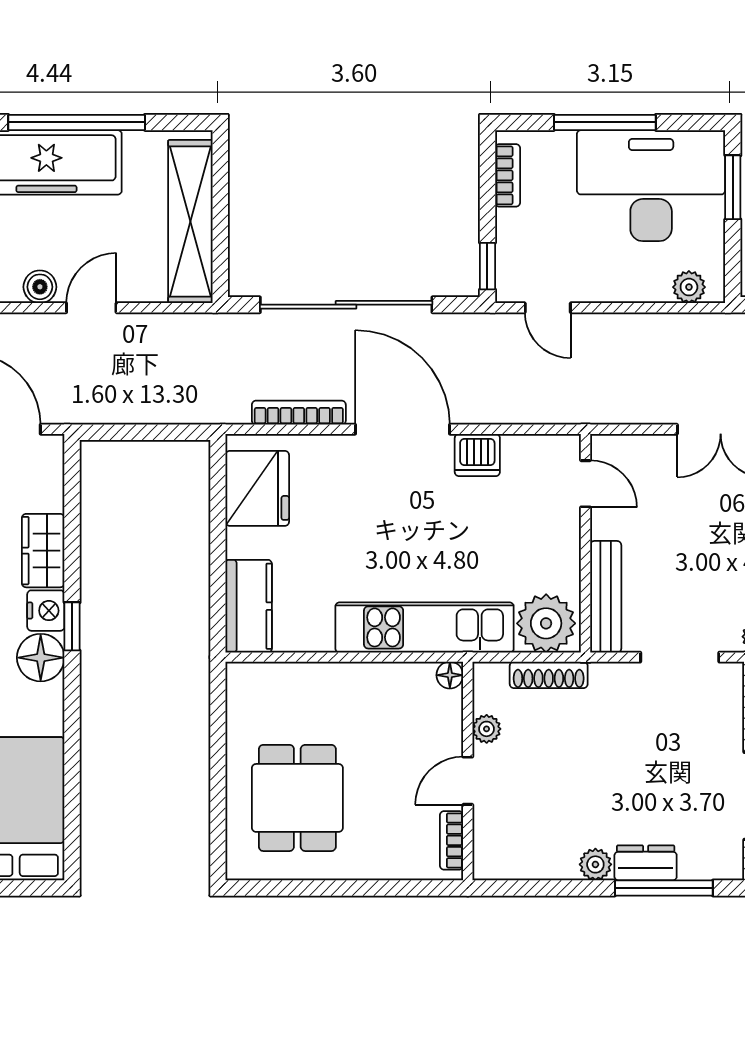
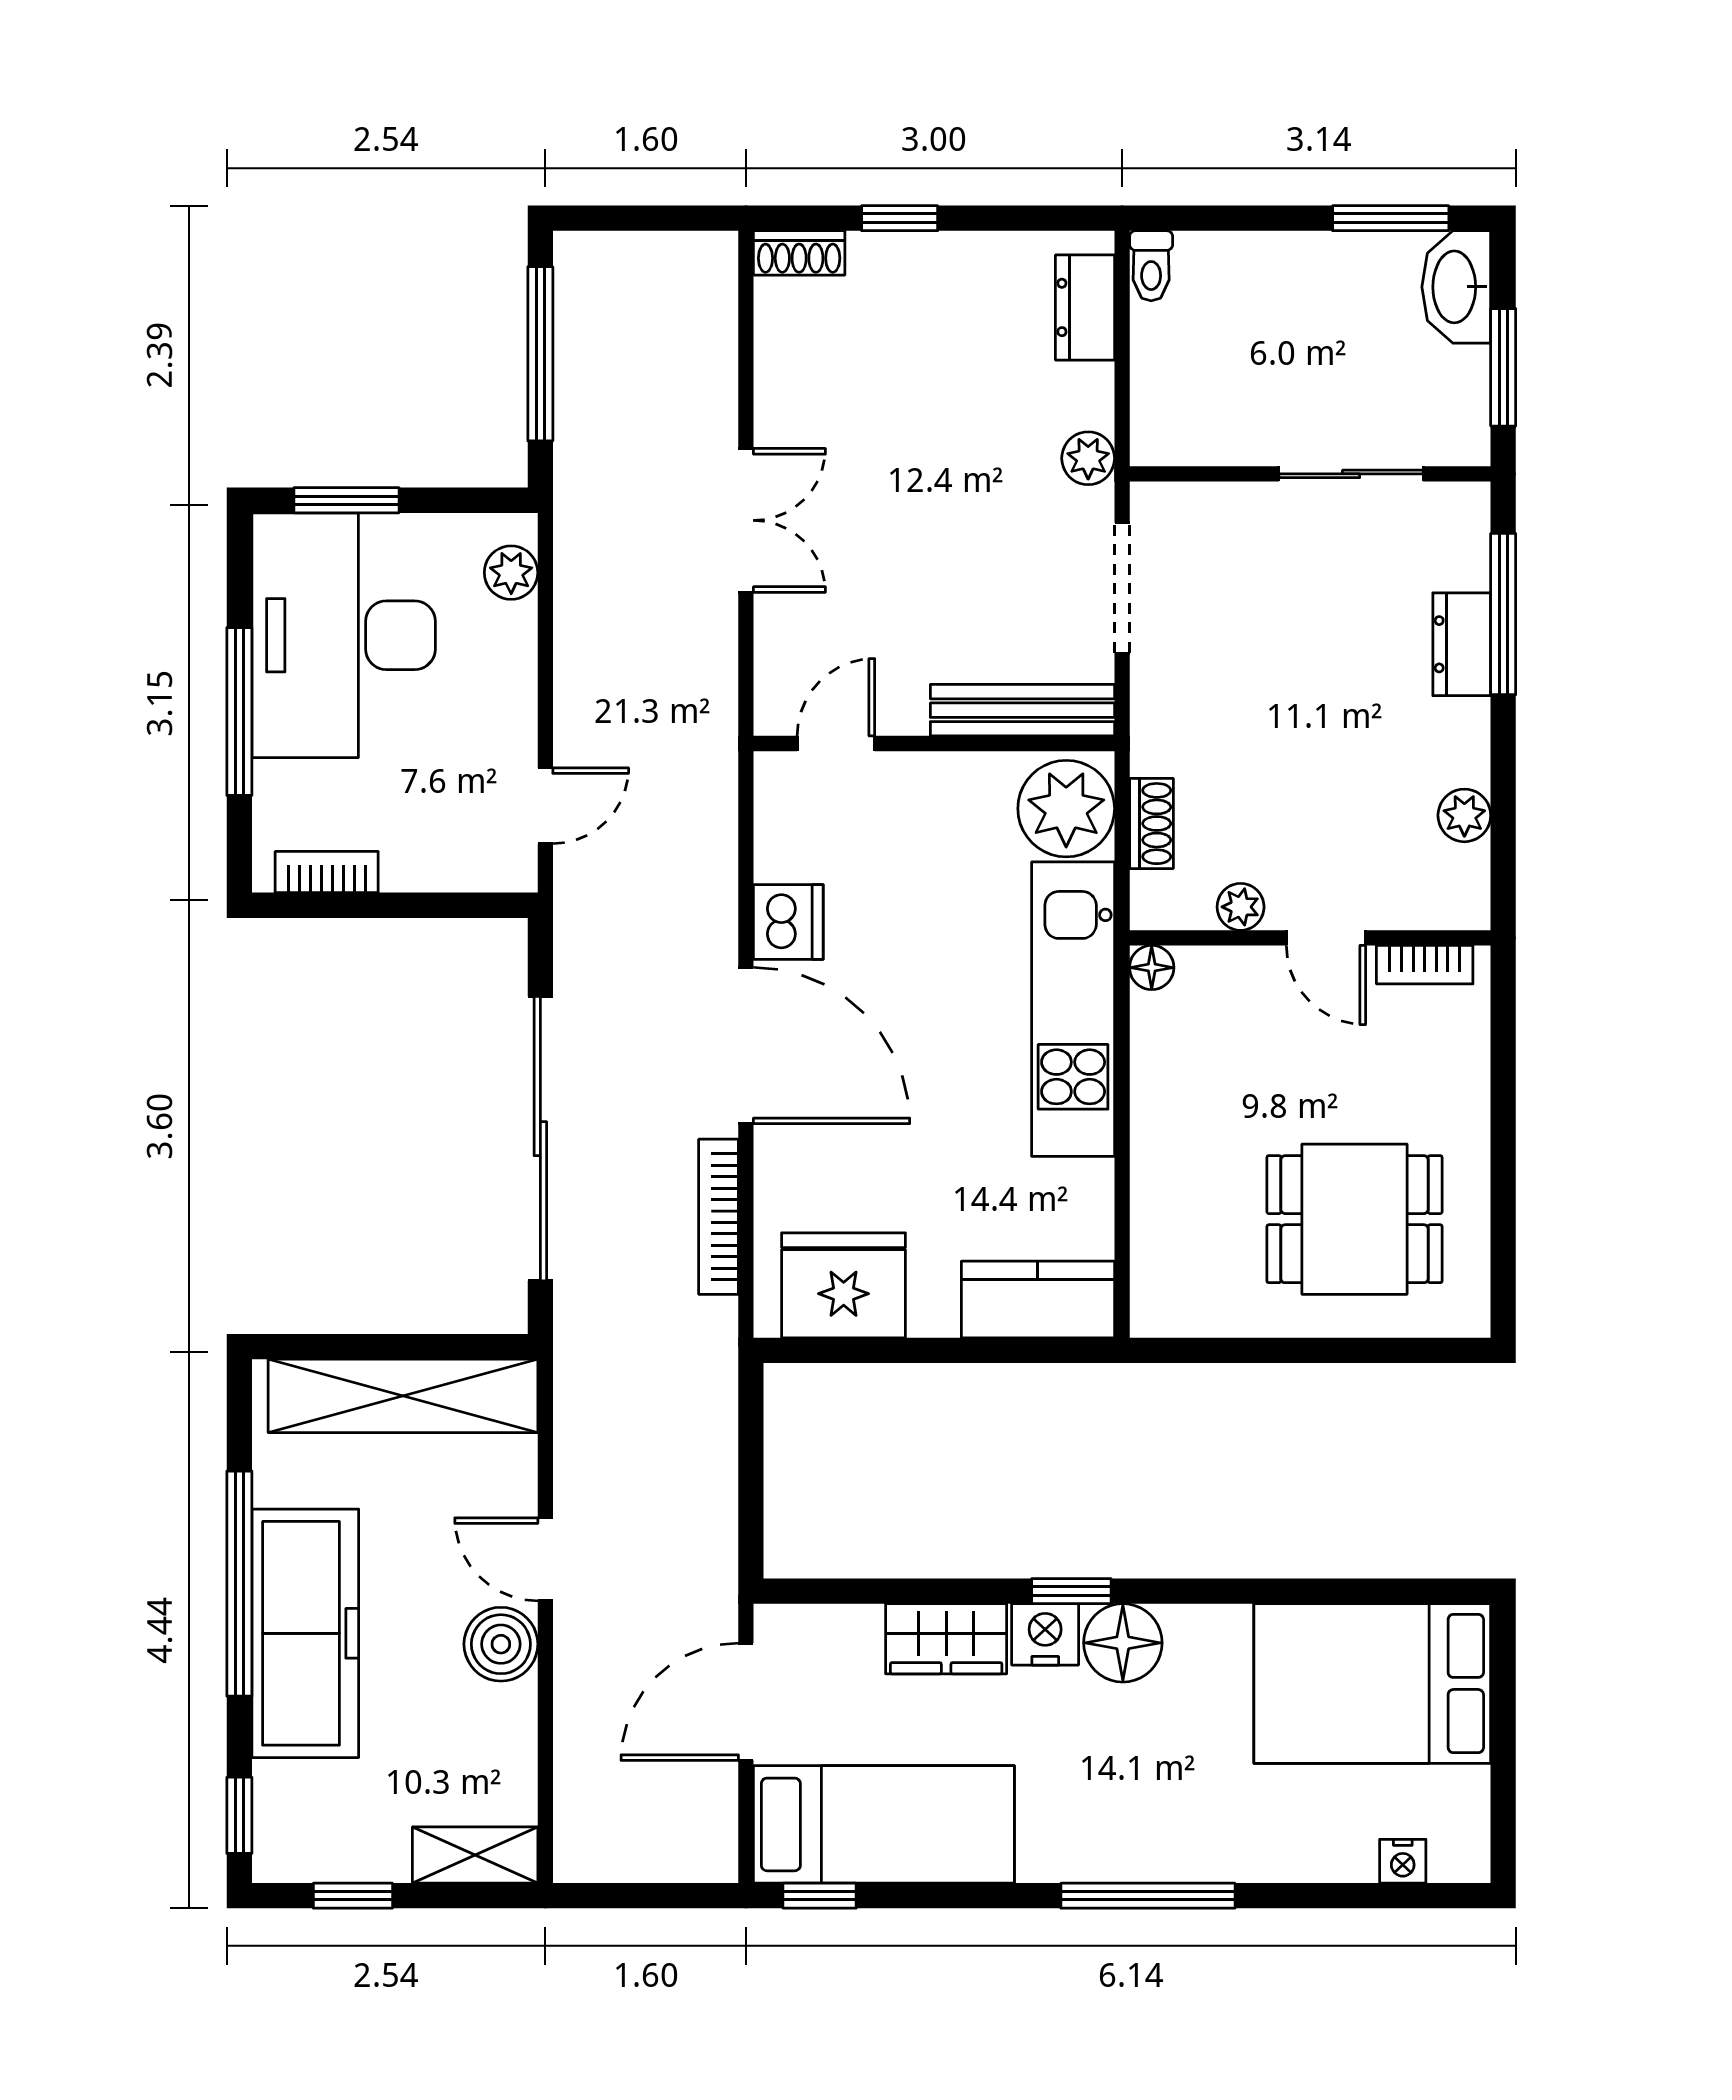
window: (487, 266) -> (477, 905), removed
boiler: (40, 287) -> (501, 1644), width x1.36, depth x1.36
door: (402, 429) -> (746, 1046), swing flipped
shoe rack: (549, 675) -> (1151, 824), width x0.70
plant: (595, 864) -> (1464, 815), moved

